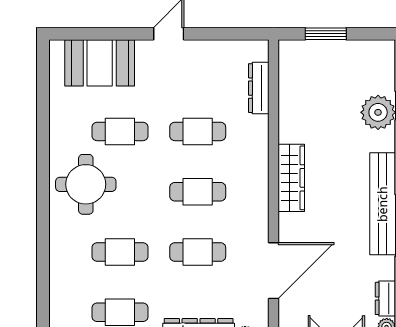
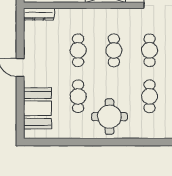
dresser: (259, 88) -> (39, 14), moved

